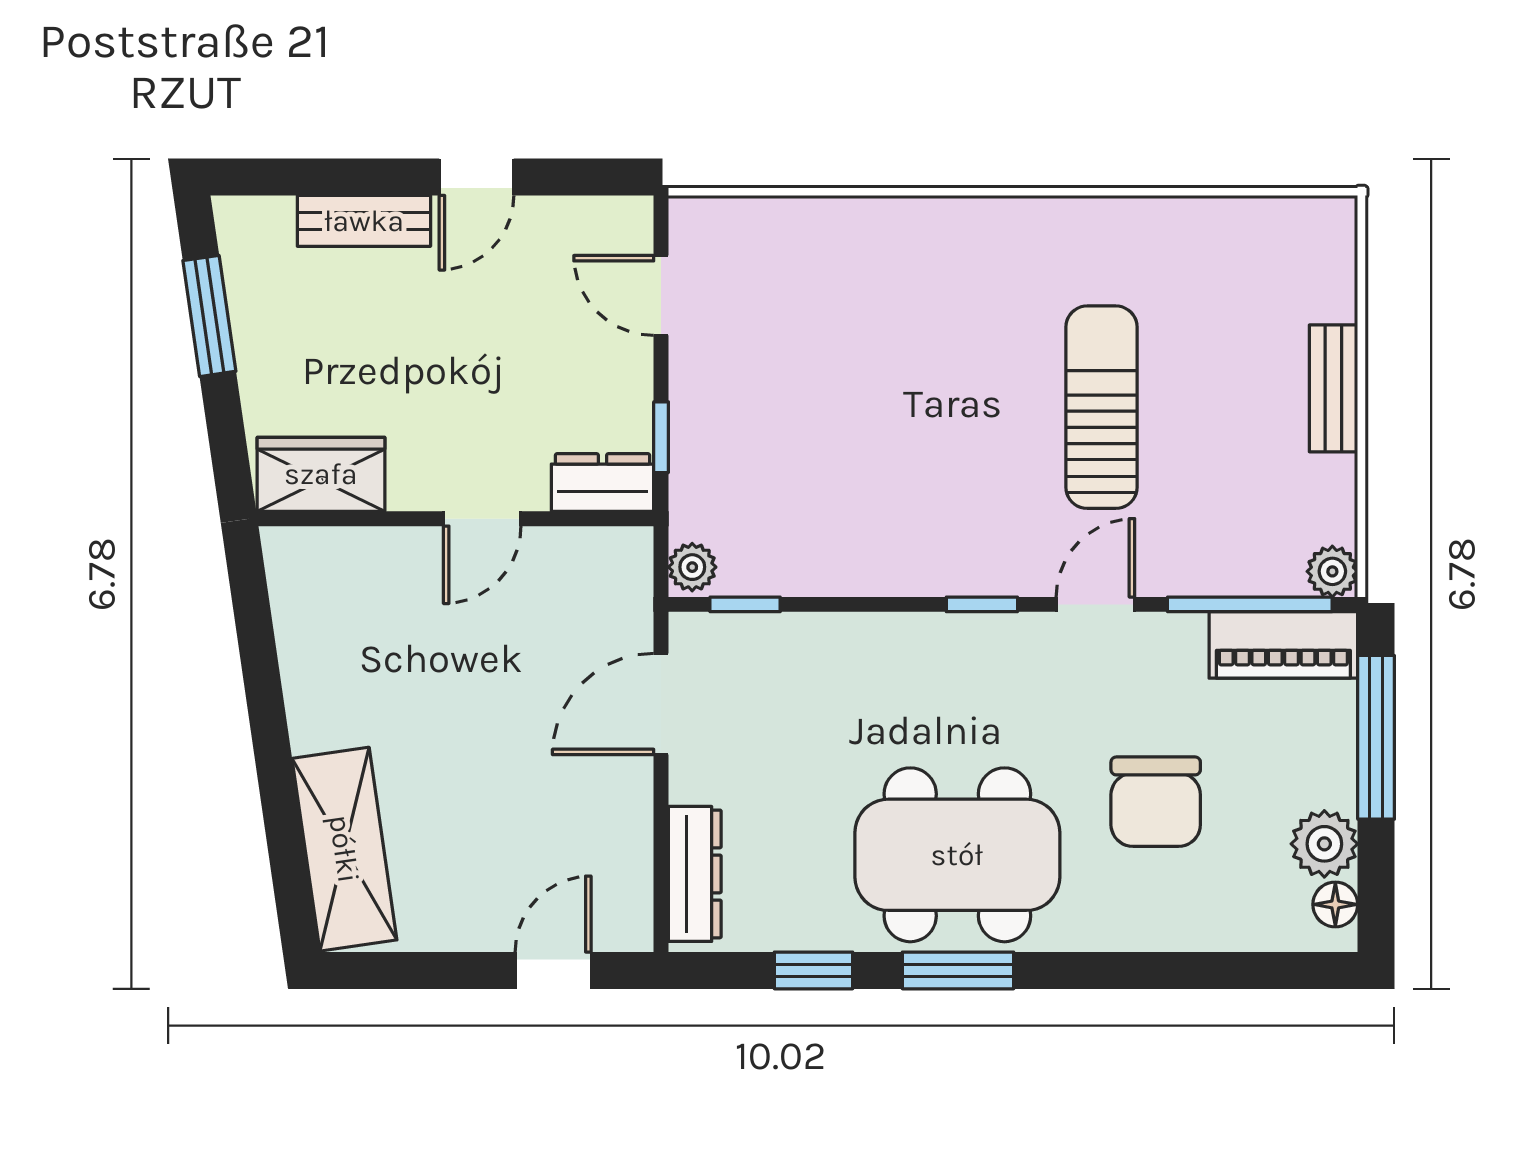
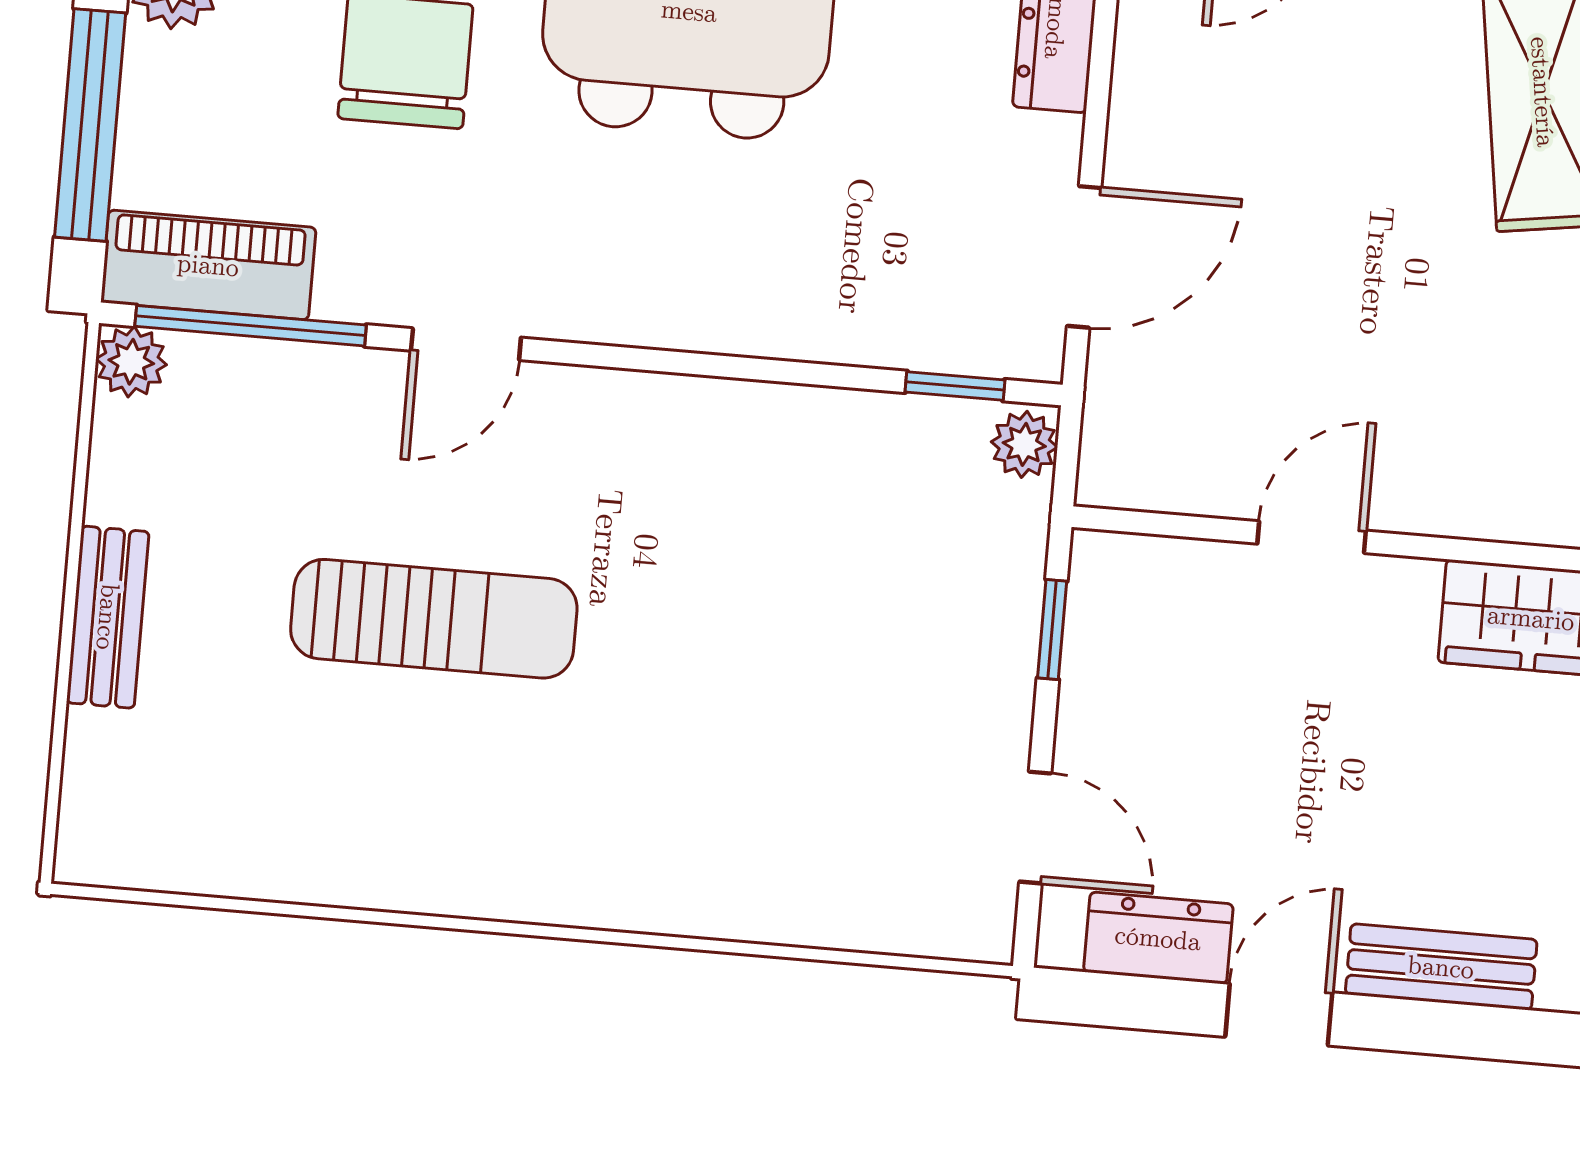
sun lounger: (1101, 407) -> (434, 619), turned -90
dresser: (603, 483) -> (1158, 938), moved, turned 180
window: (982, 604) -> (624, 358), removed

